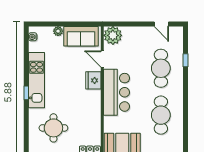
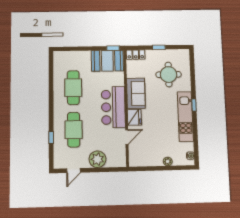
door: (161, 24) -> (74, 170), swing flipped
plant: (113, 35) -> (97, 159), moved
sofa: (81, 36) -> (136, 93), moved, turned 90
door: (102, 59) -> (127, 137), hinge flipped

